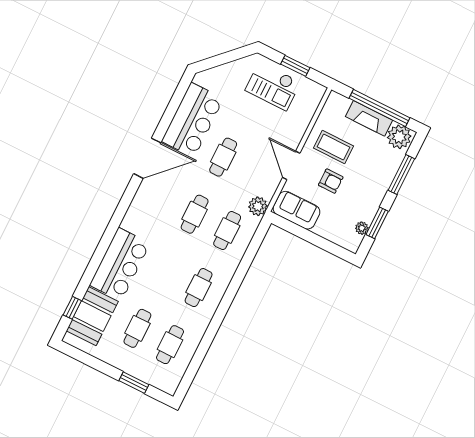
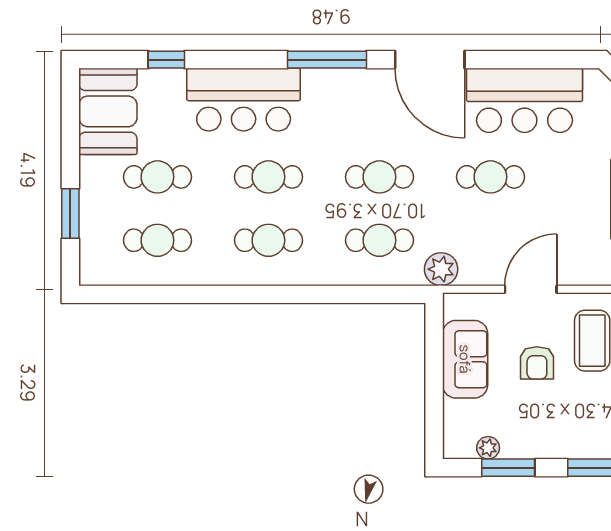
sofa: (297, 210) -> (465, 359), moved
window: (121, 211) -> (327, 60), added
cafe table: (166, 271) -> (268, 177), added
window: (72, 308) -> (166, 60), moved
booth: (92, 316) -> (108, 111), moved, turned 90

